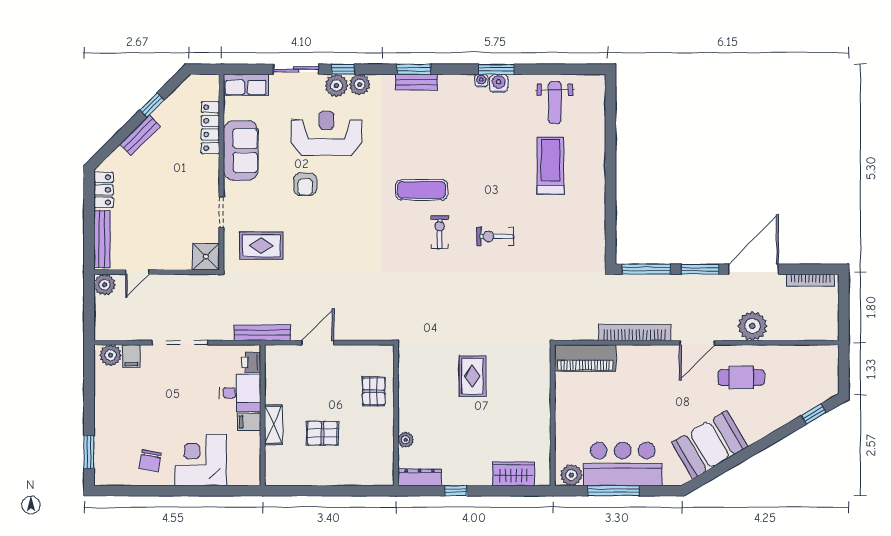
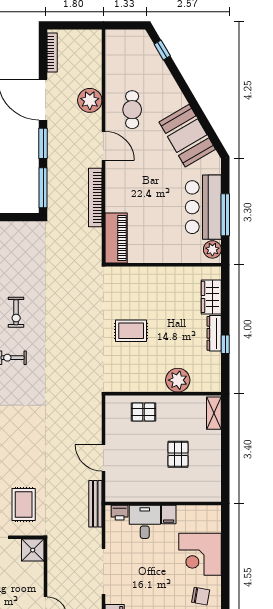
shelving: (273, 425) -> (214, 413), moved, turned 90
plant: (406, 440) -> (178, 380), width x1.87, depth x1.87
dresser: (420, 477) -> (214, 333), moved

